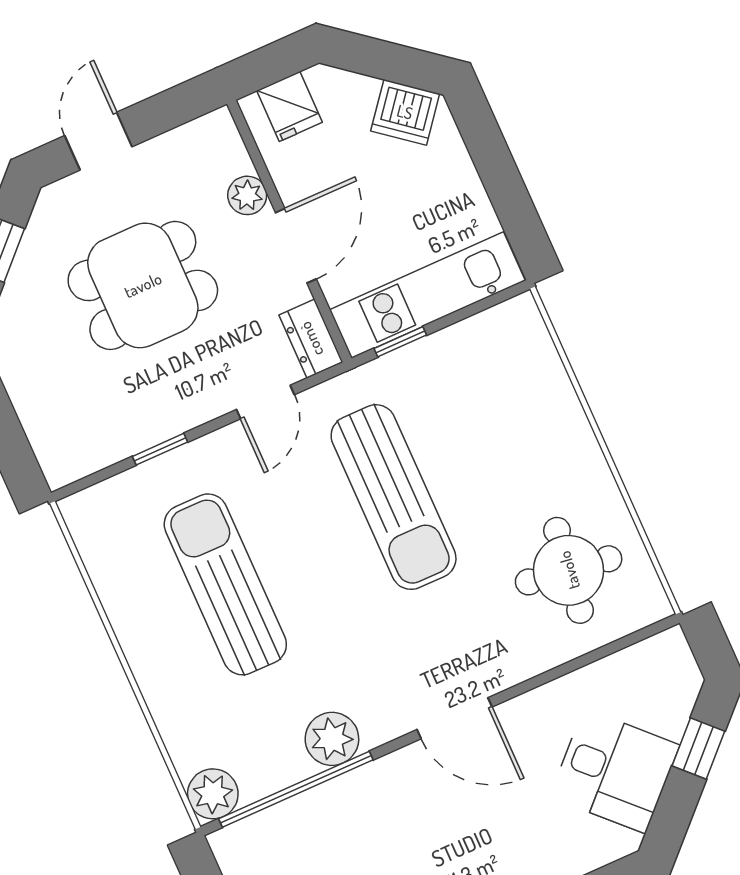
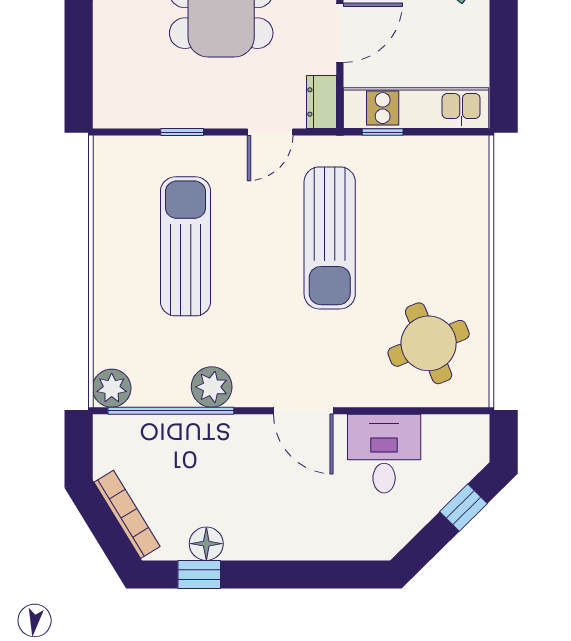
round table: (569, 570) -> (429, 343), turned -30
desk: (615, 771) -> (384, 454), moved, turned -135

